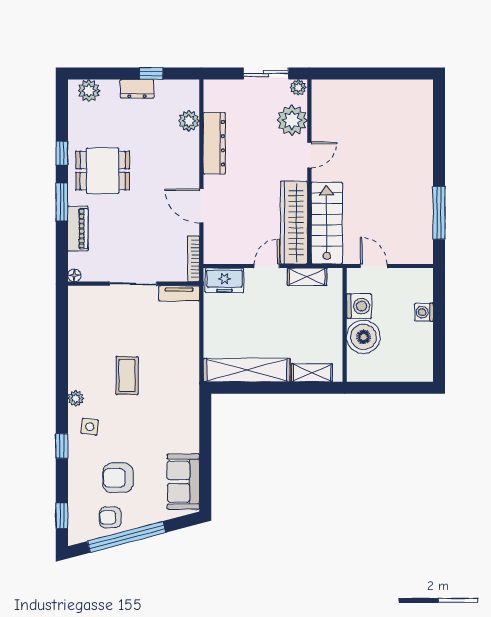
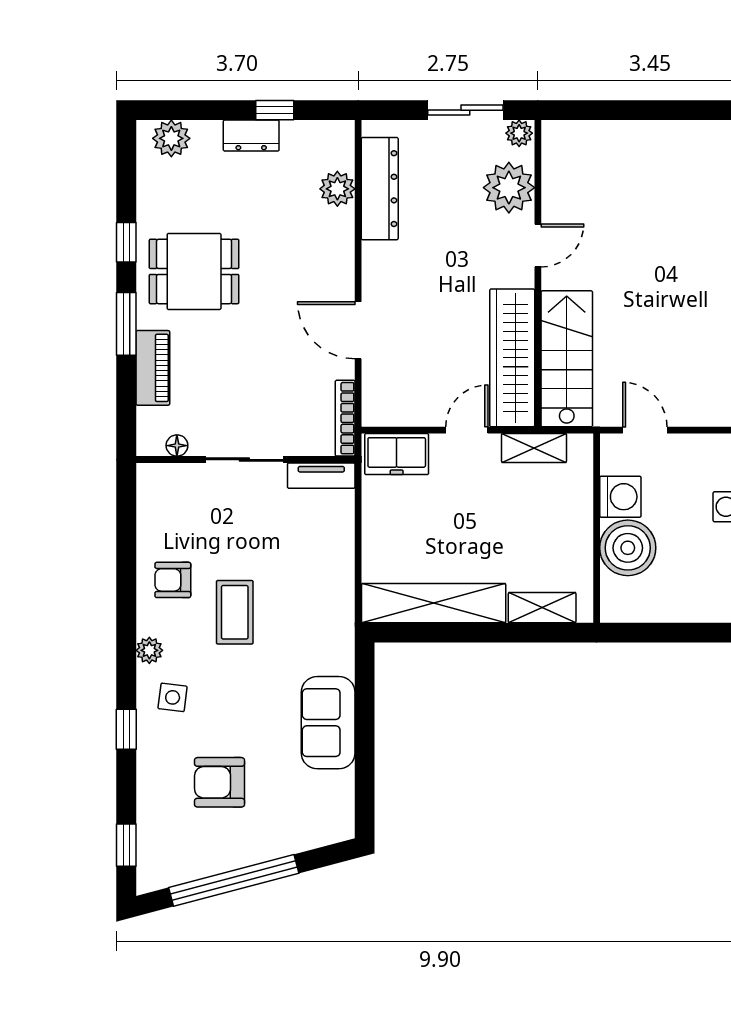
dresser: (214, 143) -> (380, 189), moved
floor lamp: (74, 275) -> (177, 446), moved
sofa: (183, 482) -> (328, 723), moved
armchair: (110, 517) -> (173, 580), moved

